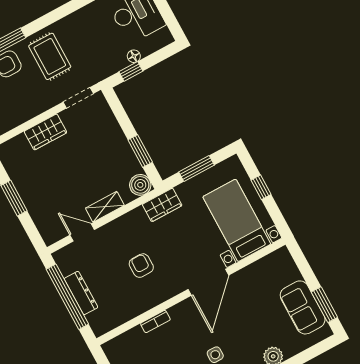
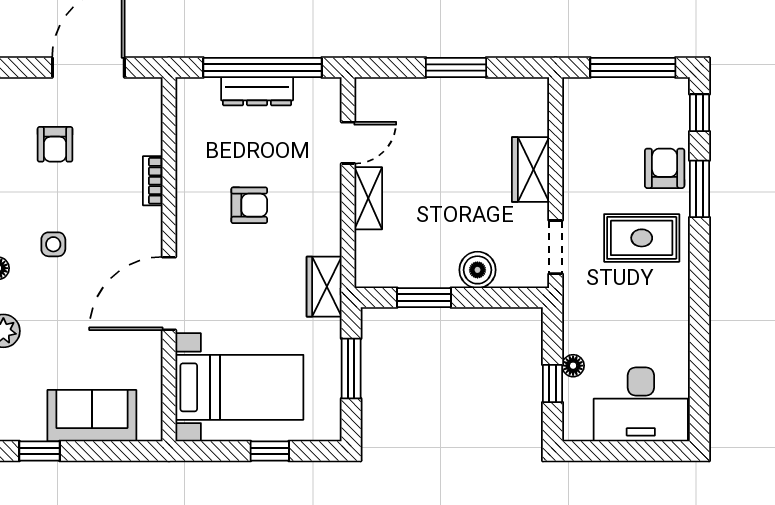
window: (131, 71) -> (552, 383), moved
boiler: (140, 185) -> (477, 270), moved
door: (208, 282) -> (169, 293), hinge flipped
window: (324, 305) -> (40, 451), width x0.67
sofa: (303, 307) -> (92, 416), moved

